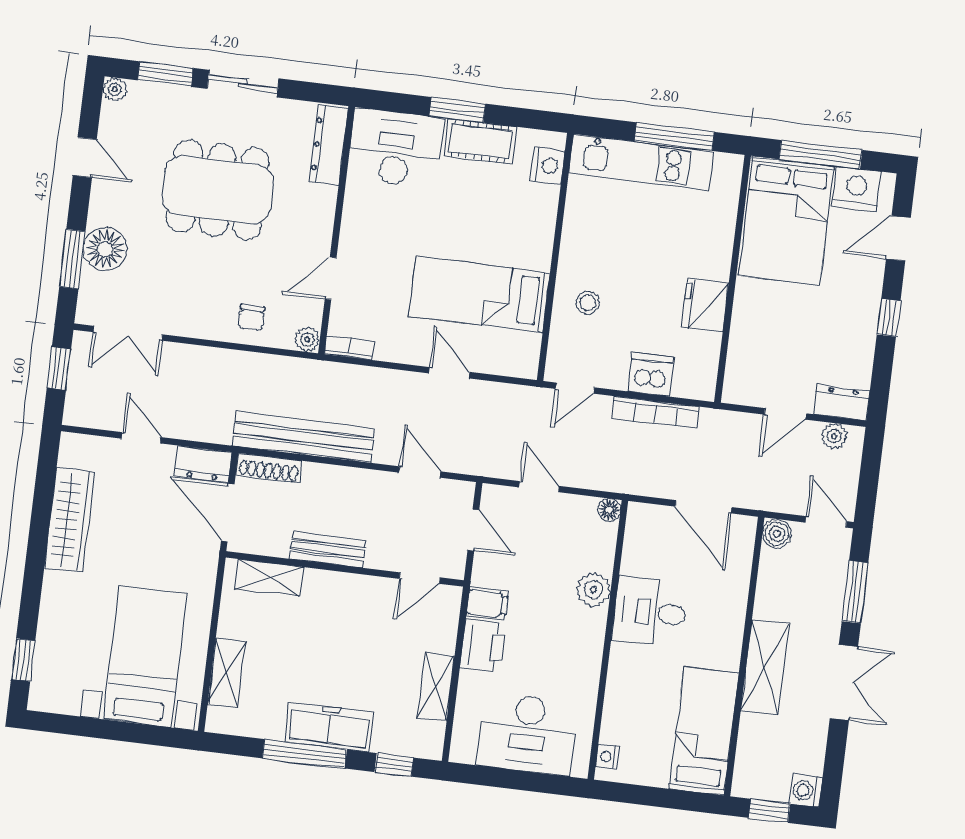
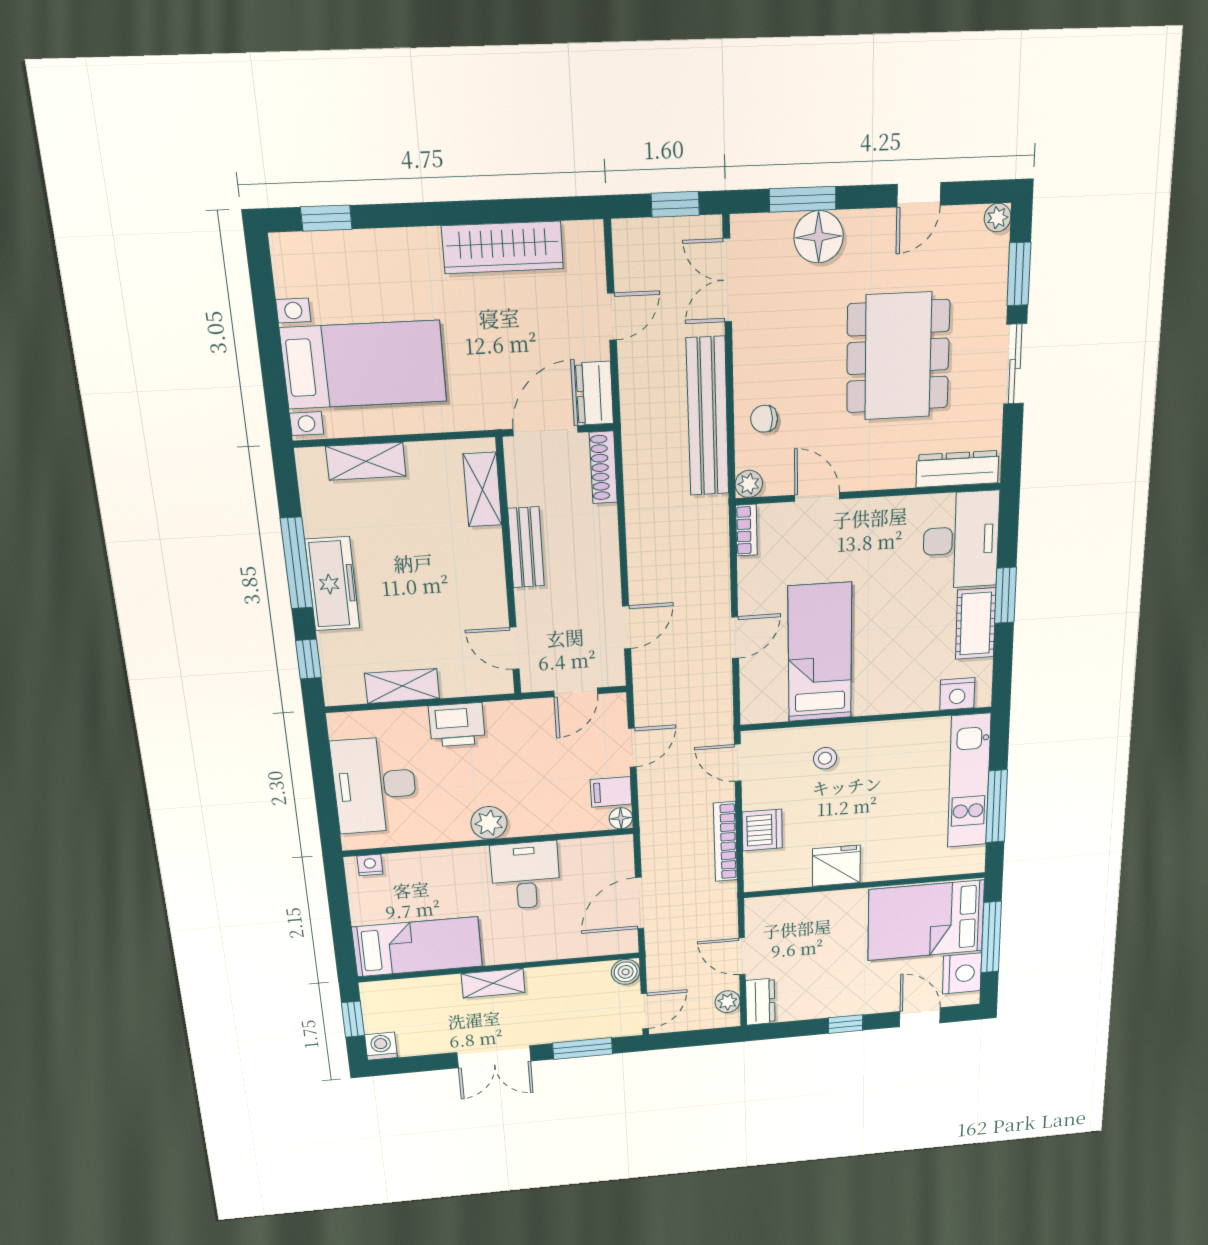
bench: (303, 437) -> (708, 417), moved
plant: (593, 590) -> (489, 823), moved
filing cabinet: (487, 604) -> (611, 792), moved, turned 90
shelving: (765, 667) -> (493, 983), width x0.67, depth x0.75

